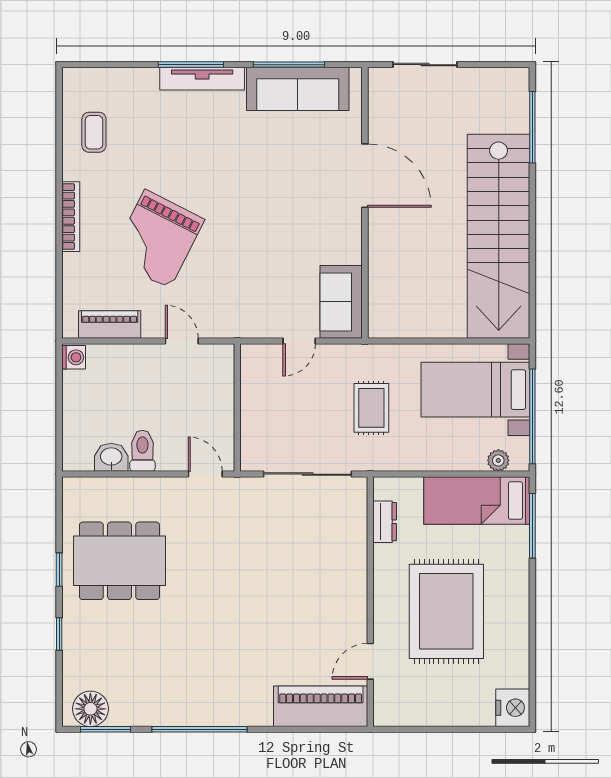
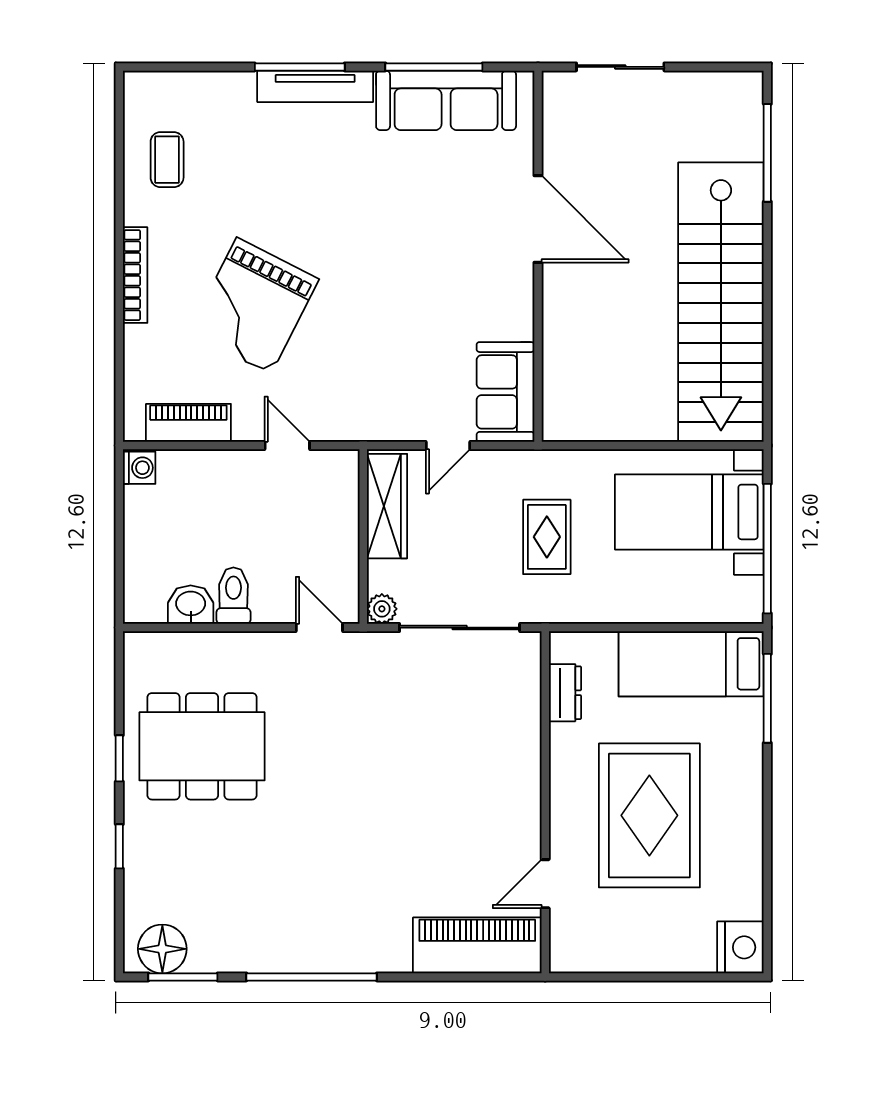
wardrobe: (255, 385) -> (387, 506), added
plant: (498, 460) -> (382, 609), moved

